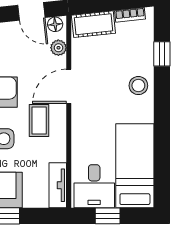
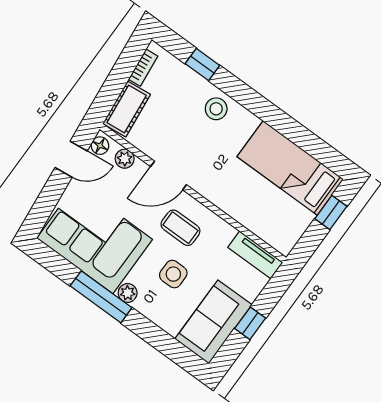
door: (69, 86) -> (169, 176), hinge flipped
desk: (94, 186) -> (281, 221), removed
window: (108, 216) -> (331, 213), moved

